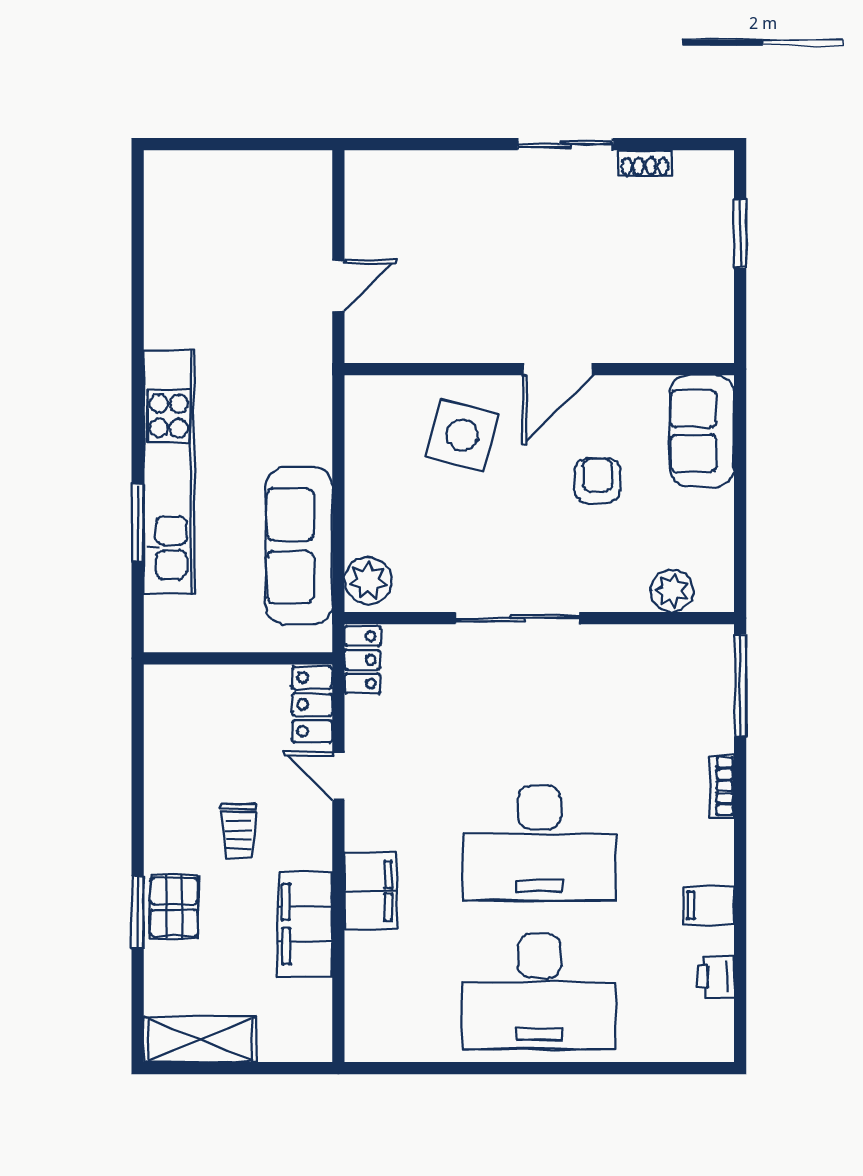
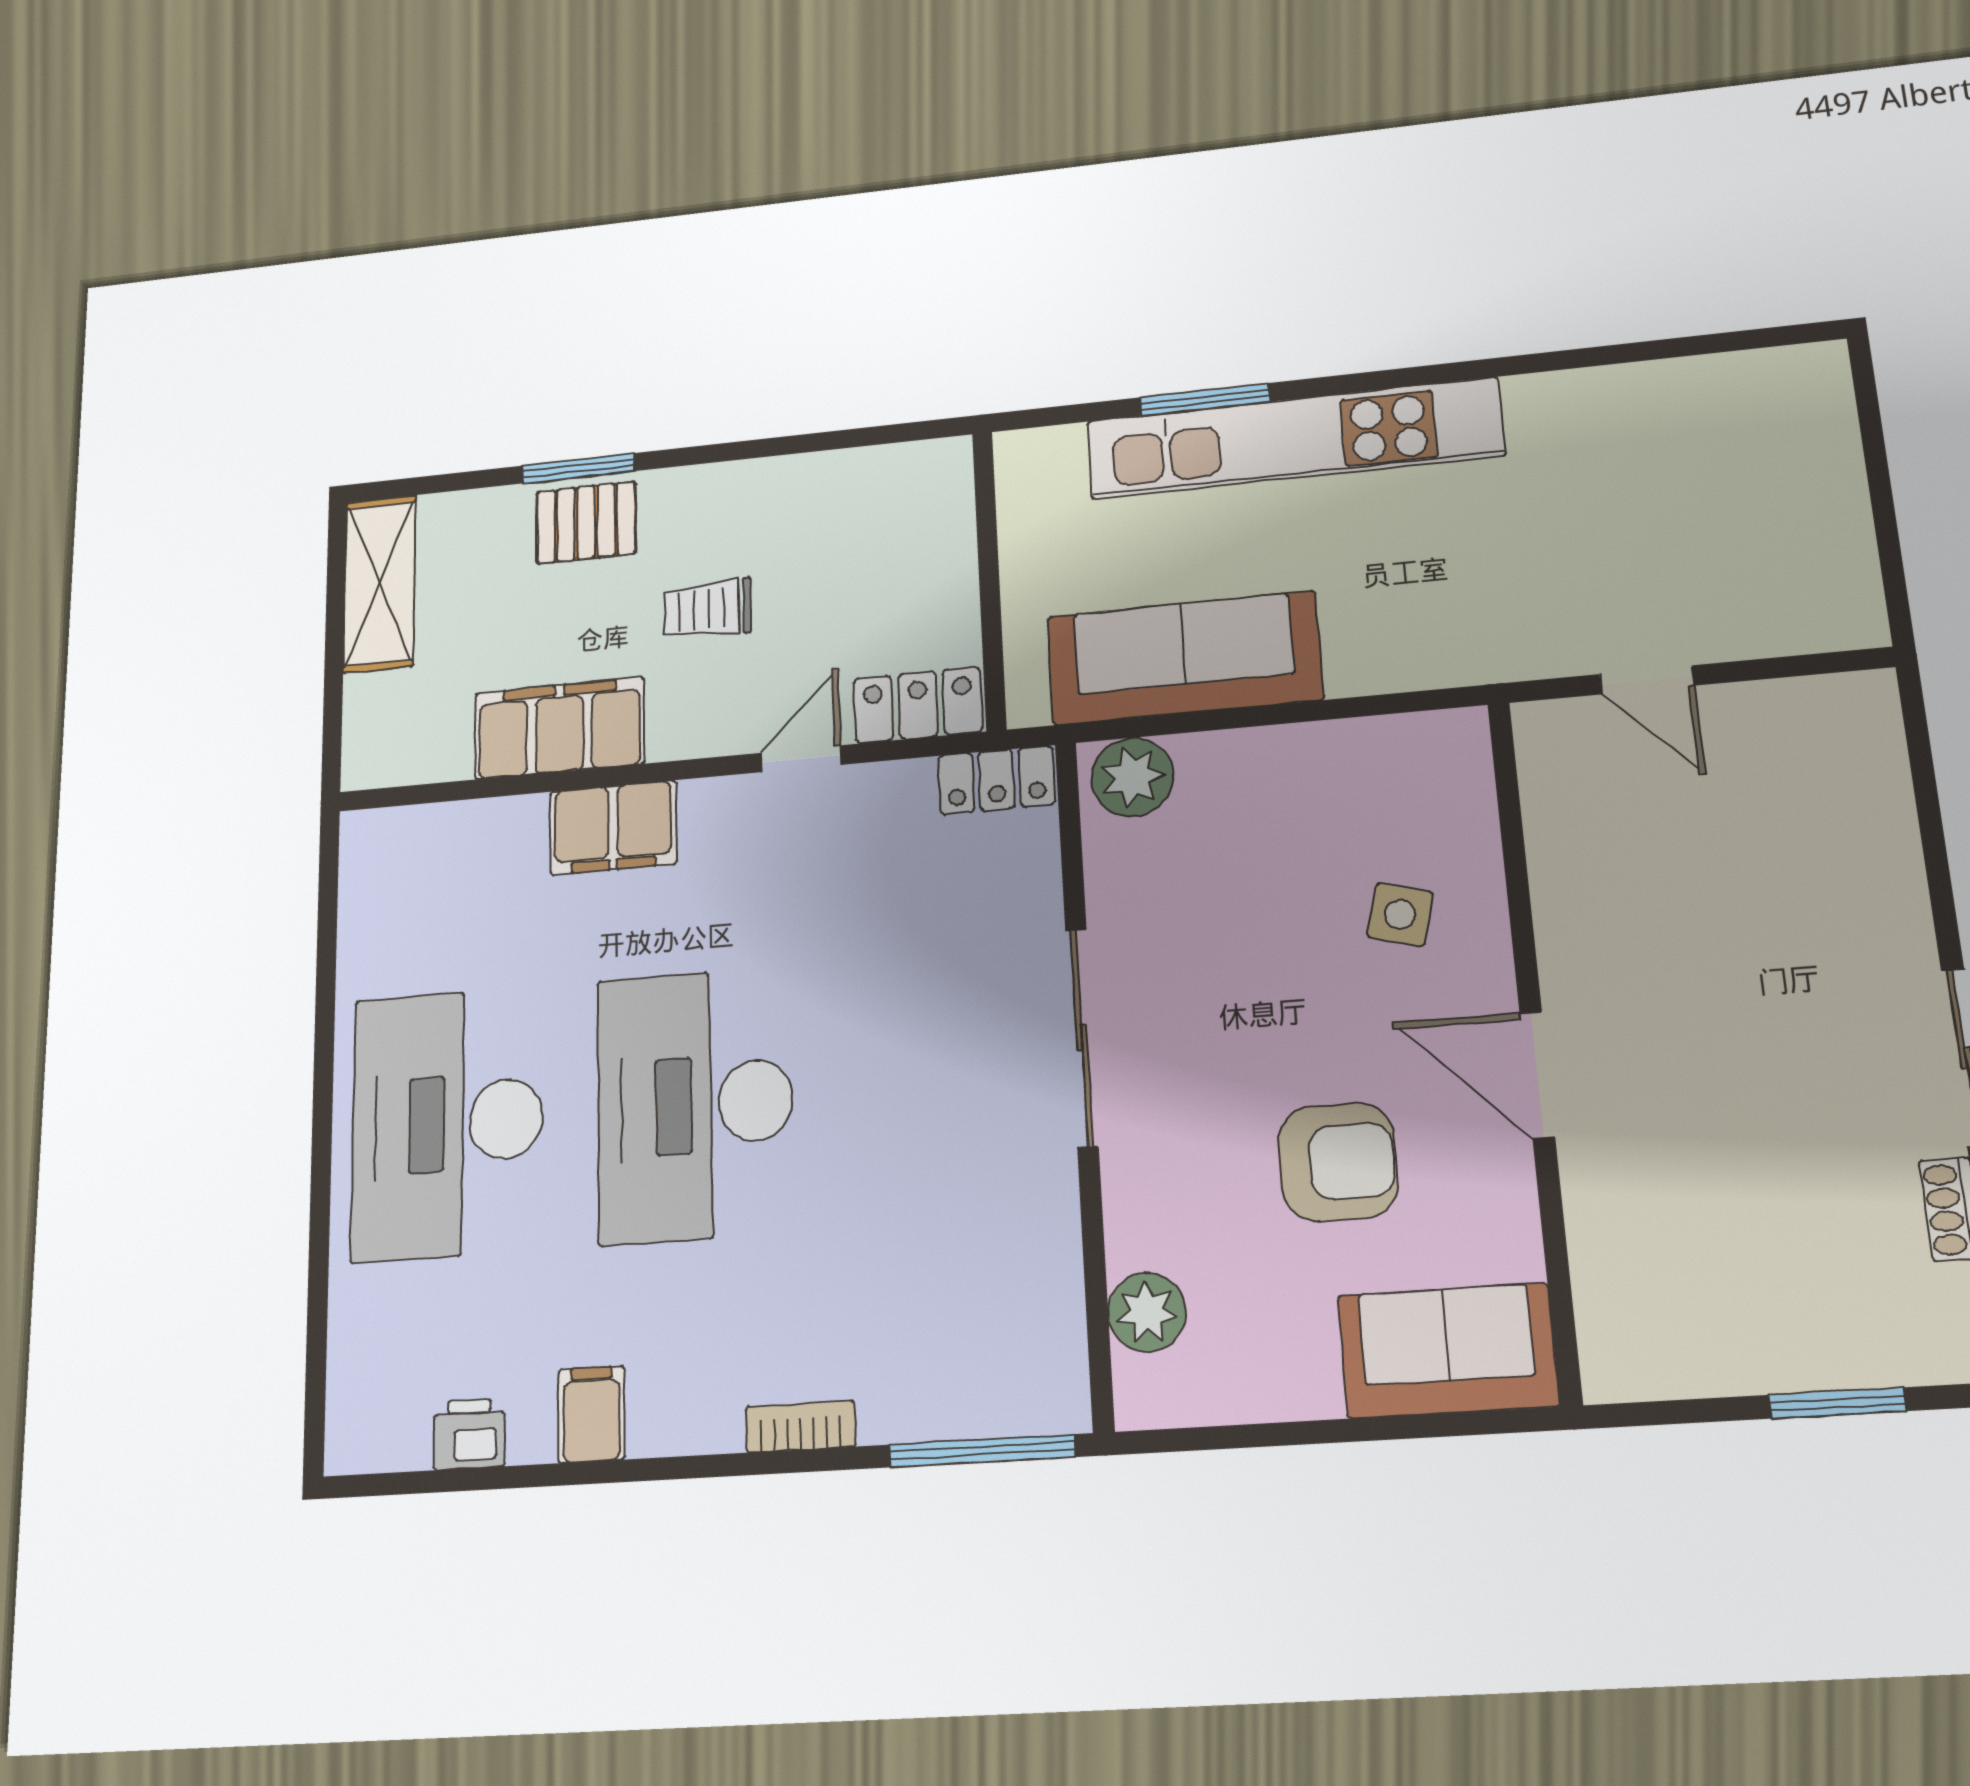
side table: (462, 435) -> (1400, 915), width x0.54, depth x0.54
armchair: (597, 481) -> (1338, 1162), width x1.38, depth x1.38

